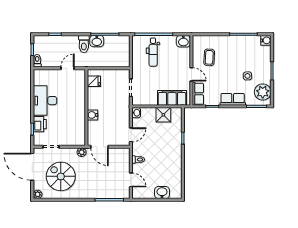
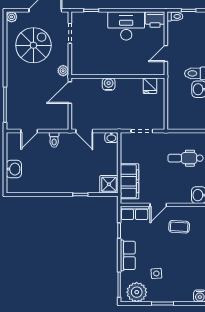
door: (68, 68) -> (166, 54), swing flipped
shower: (163, 115) -> (109, 184), moved
printer: (40, 124) -> (155, 20), moved

